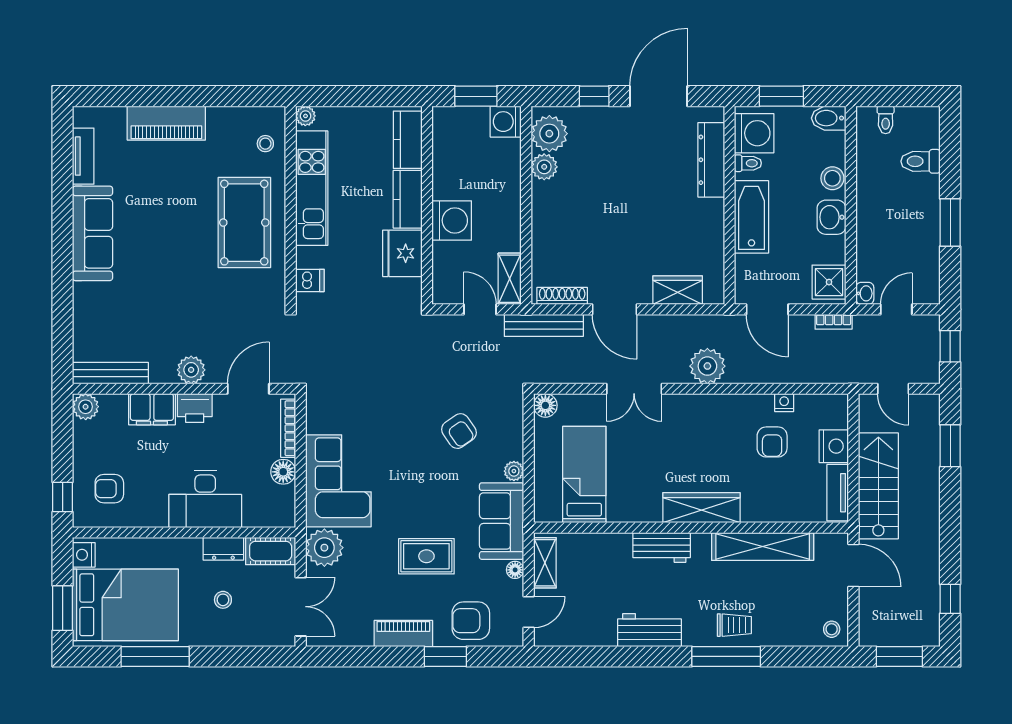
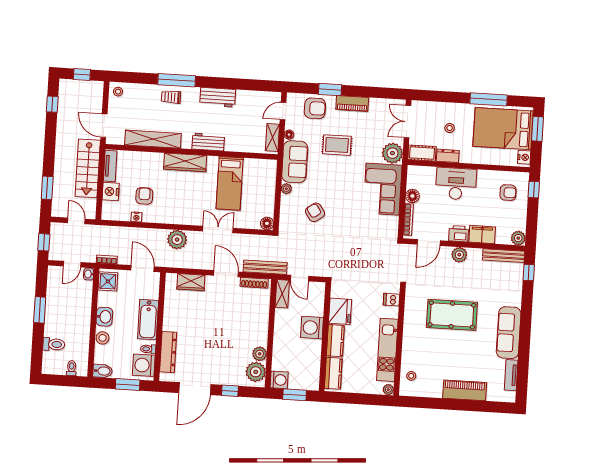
pool table: (244, 223) -> (452, 315), moved, turned 90
window: (63, 345) -> (529, 273), added
bed: (584, 474) -> (230, 183), moved
window: (899, 656) -> (82, 74), width x0.67

